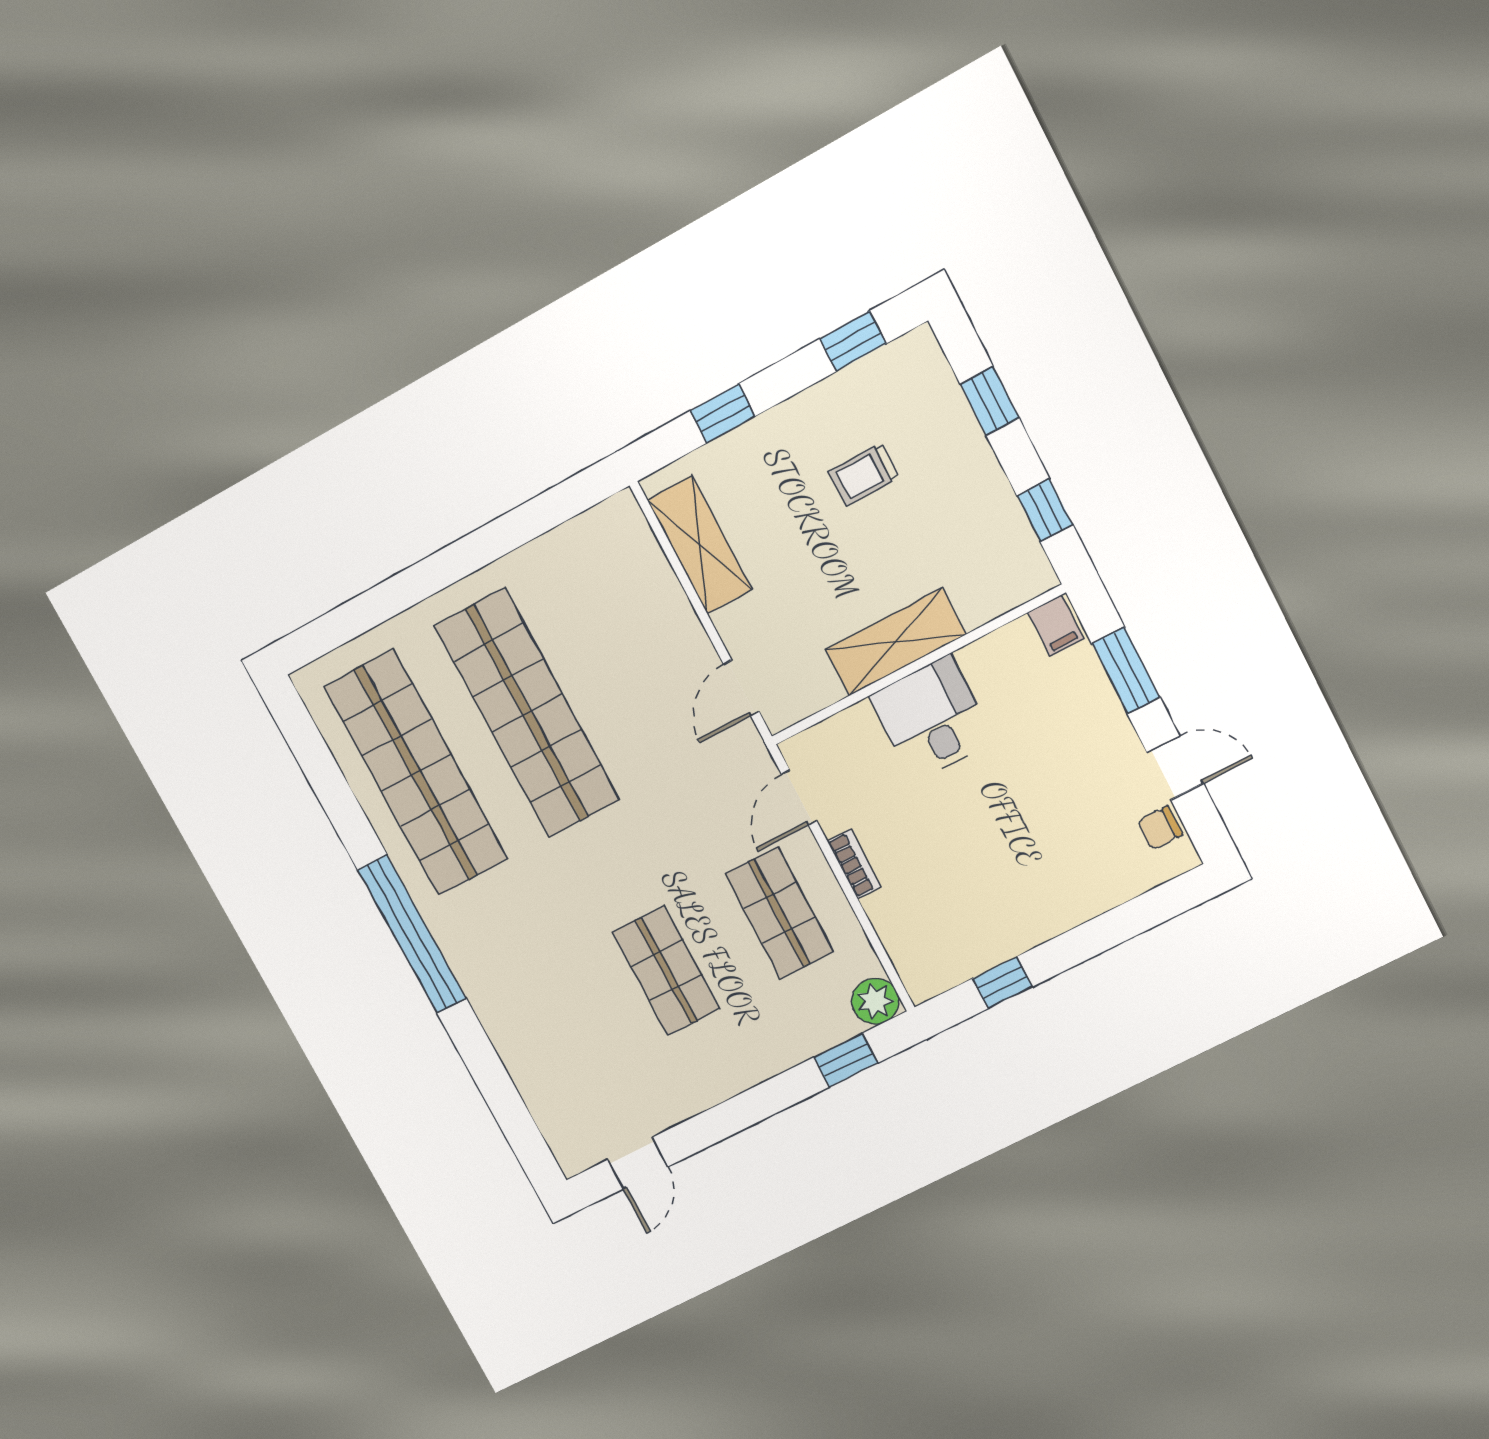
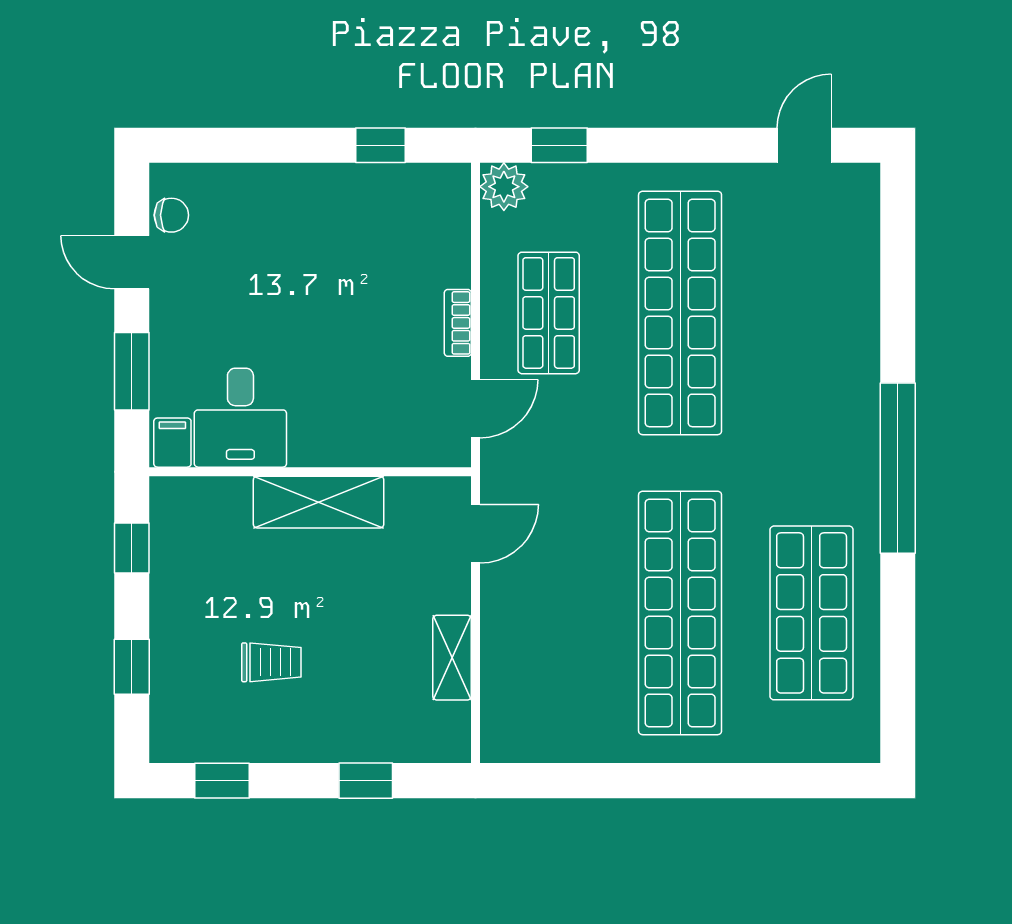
shelving: (700, 545) -> (452, 658), width x0.67, depth x0.75
desk: (932, 718) -> (240, 418), moved
shop shelf: (416, 773) -> (812, 613), width x0.71
shop shelf: (666, 971) -> (680, 313), width x2.00, depth x1.36

